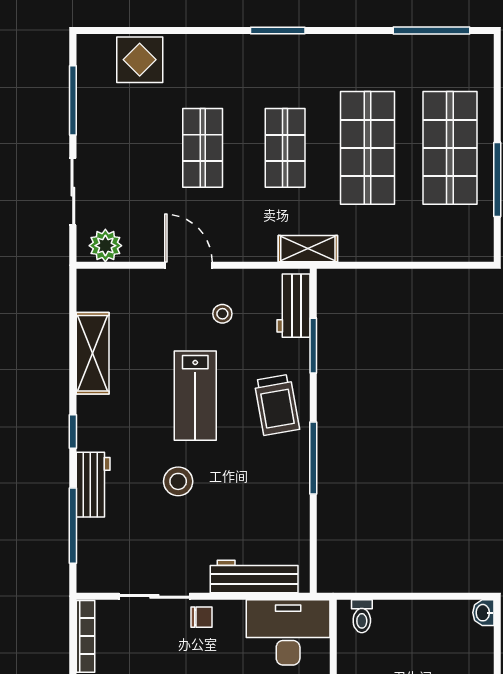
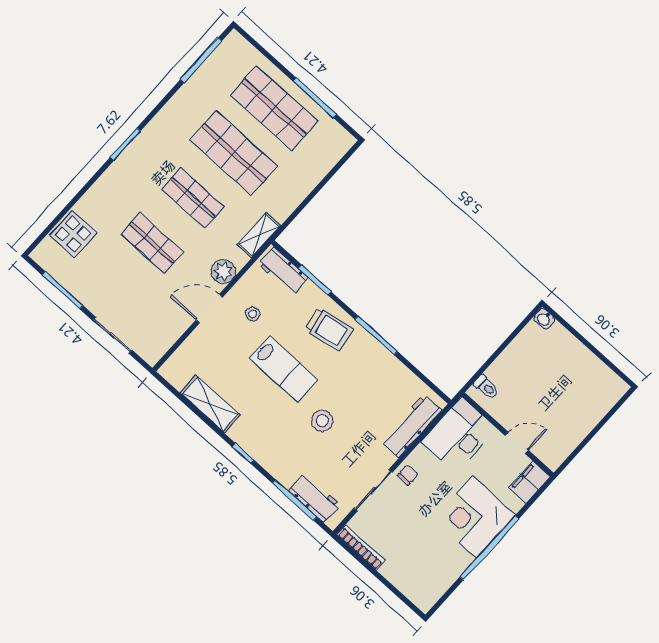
plant: (105, 246) -> (223, 271), moved
workbench: (93, 485) -> (314, 498), moved

